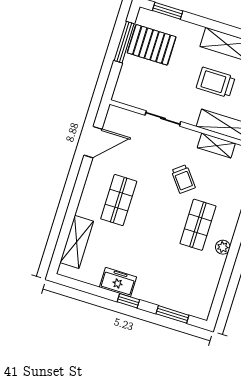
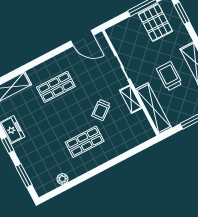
door: (93, 142) -> (82, 38), moved
shelving: (216, 145) -> (131, 99), moved
plant: (223, 247) -> (62, 179), moved

